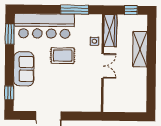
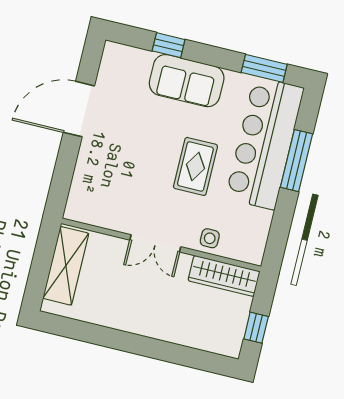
window: (74, 10) -> (297, 161), moved
shelving: (140, 49) -> (66, 266), moved, turned 90
window: (9, 93) -> (169, 45), moved

